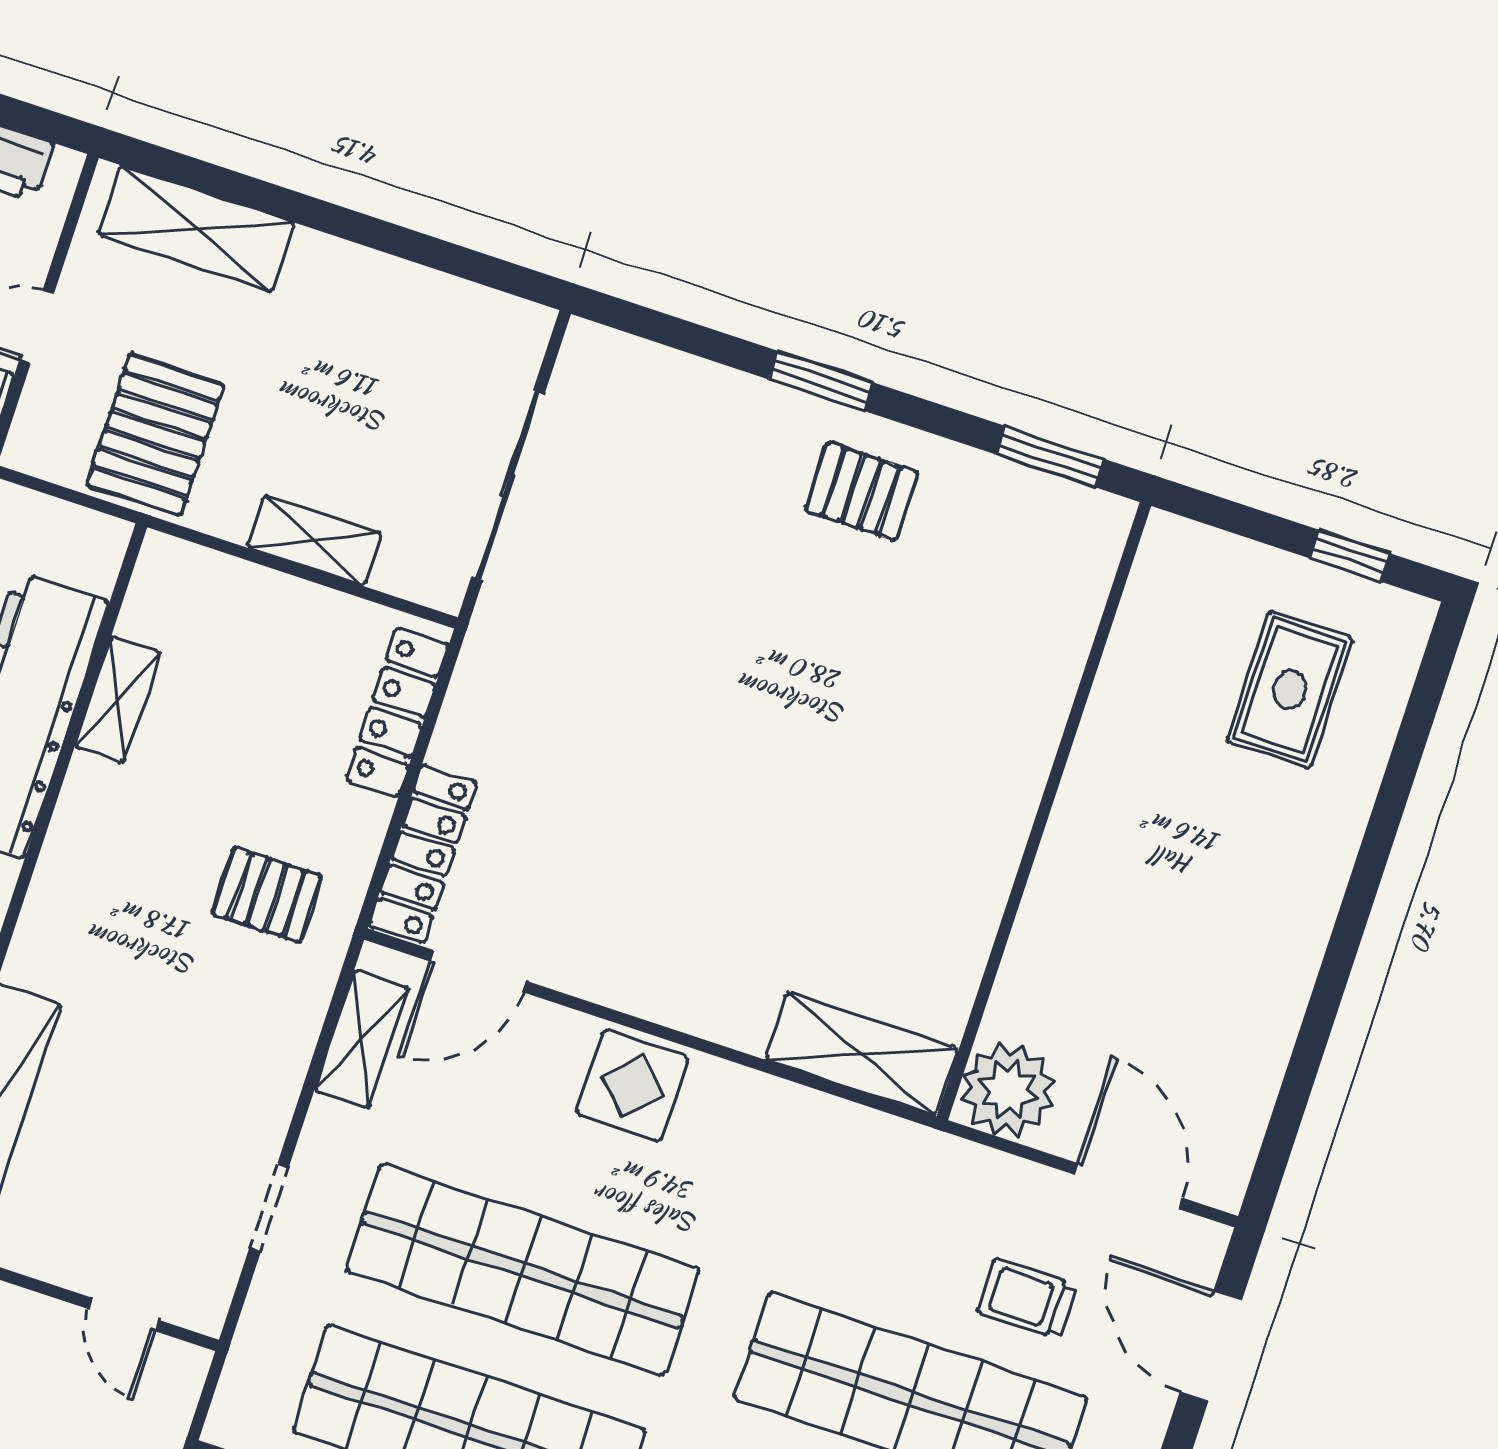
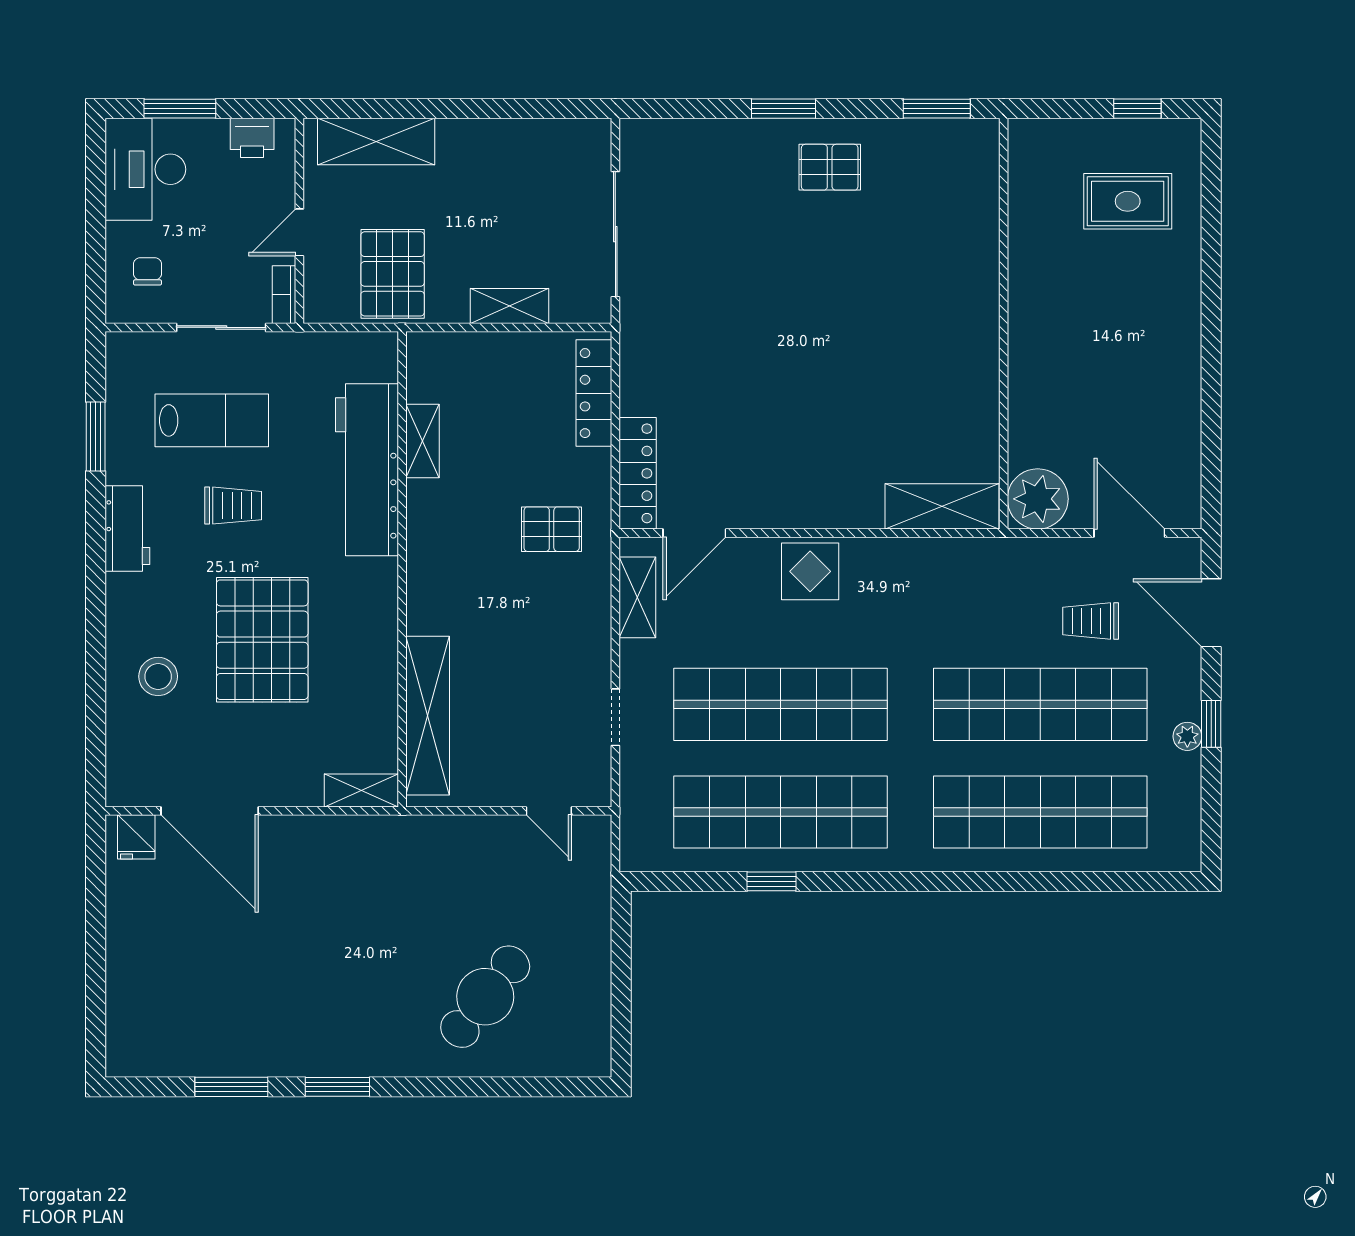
rug: (1290, 690) -> (1128, 201), turned 90

